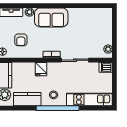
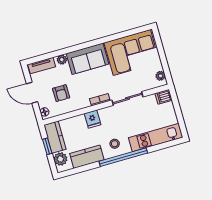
corner sofa: (90, 23) -> (132, 53), added

